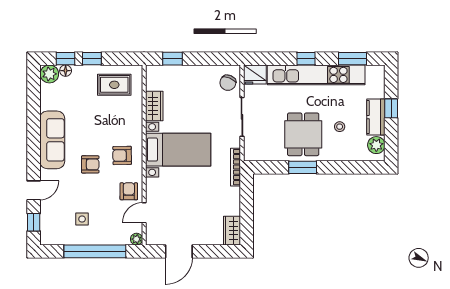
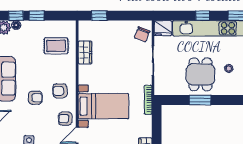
rug: (114, 85) -> (56, 46), moved
bed with nightstands: (178, 150) -> (103, 106), moved
armchair: (129, 191) -> (65, 119), turned -90

